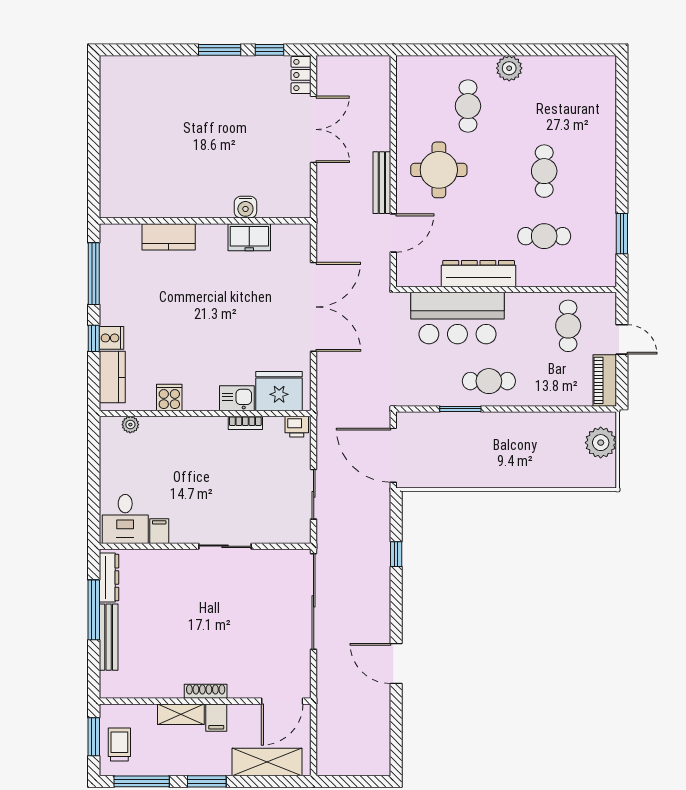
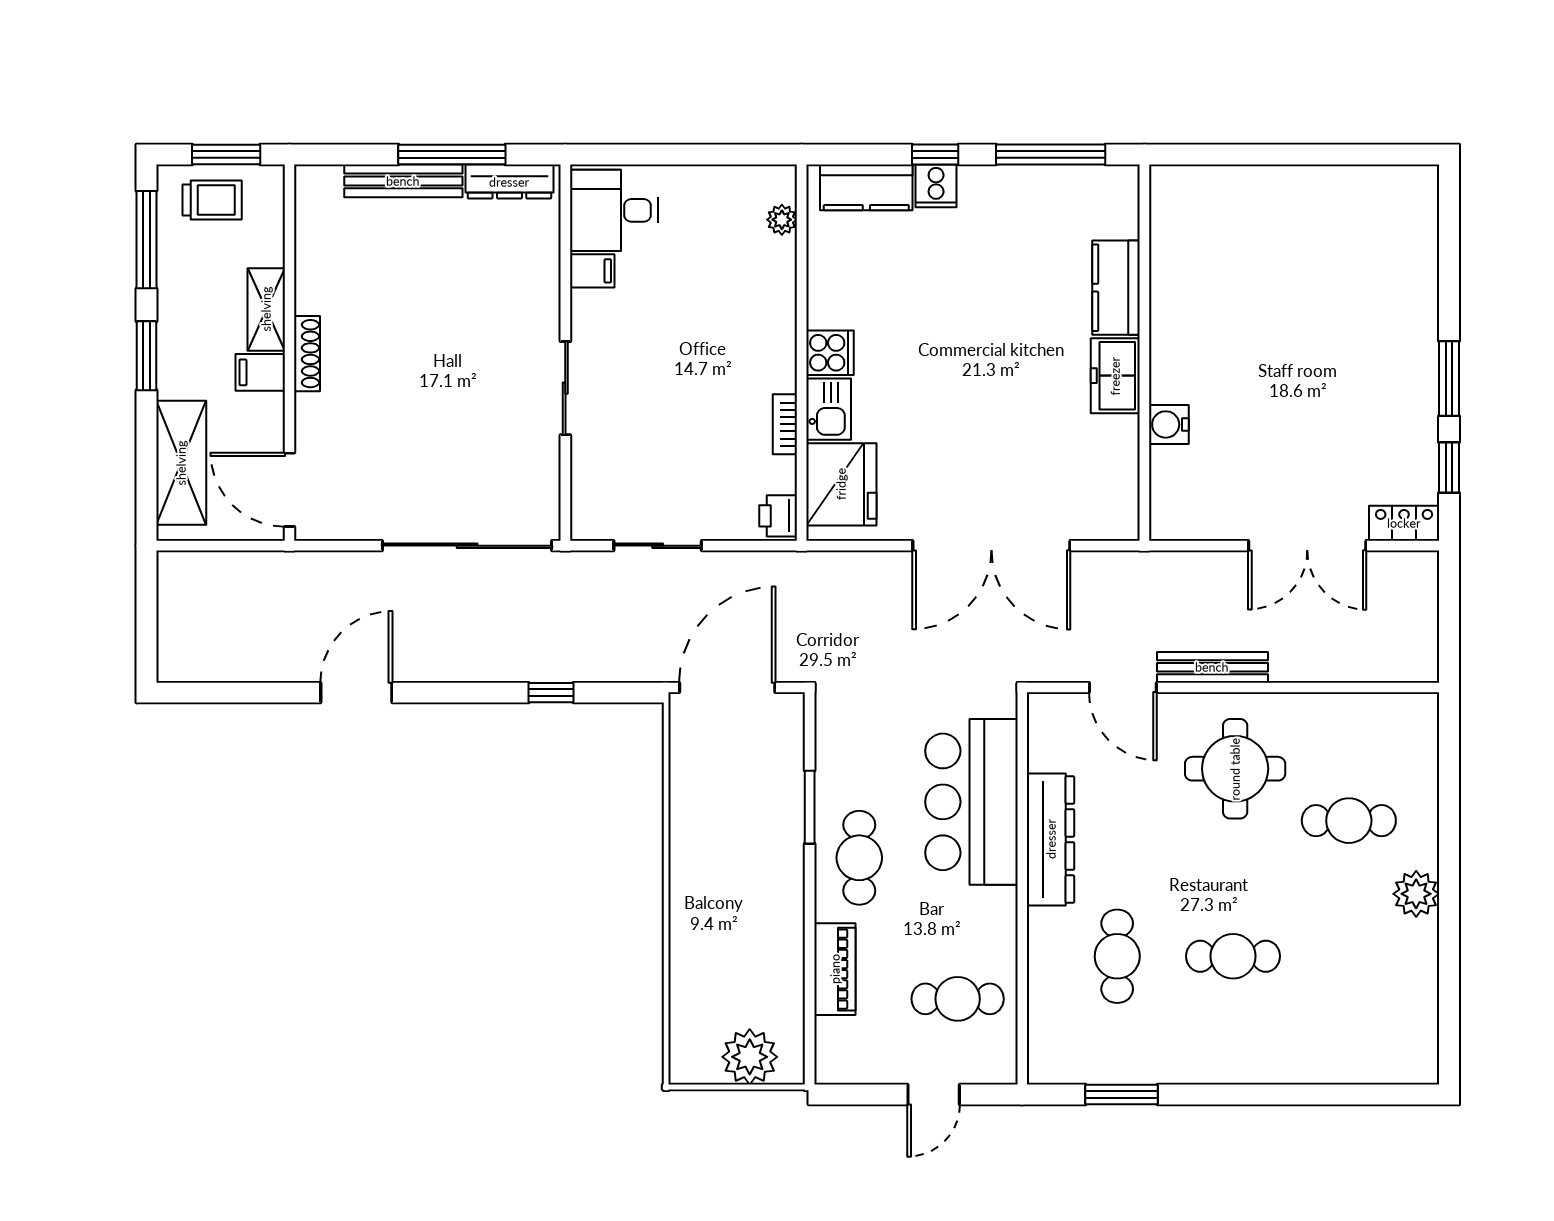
freezer: (249, 237) -> (1115, 376), moved
piano: (605, 380) -> (835, 969), moved, turned 90
cooker: (169, 397) -> (830, 353), moved

